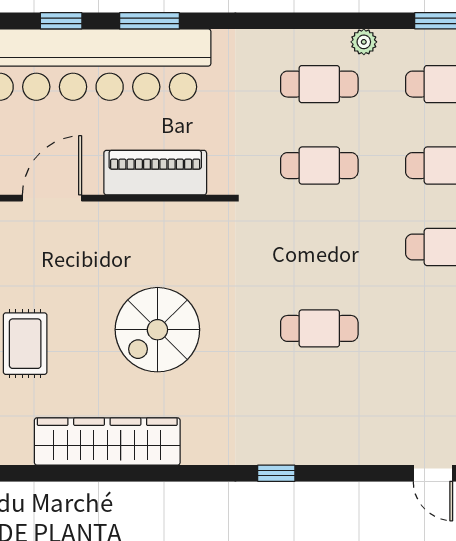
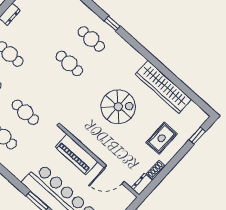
cafe table: (319, 410) -> (91, 39), added
window: (276, 473) -> (112, 24), moved

